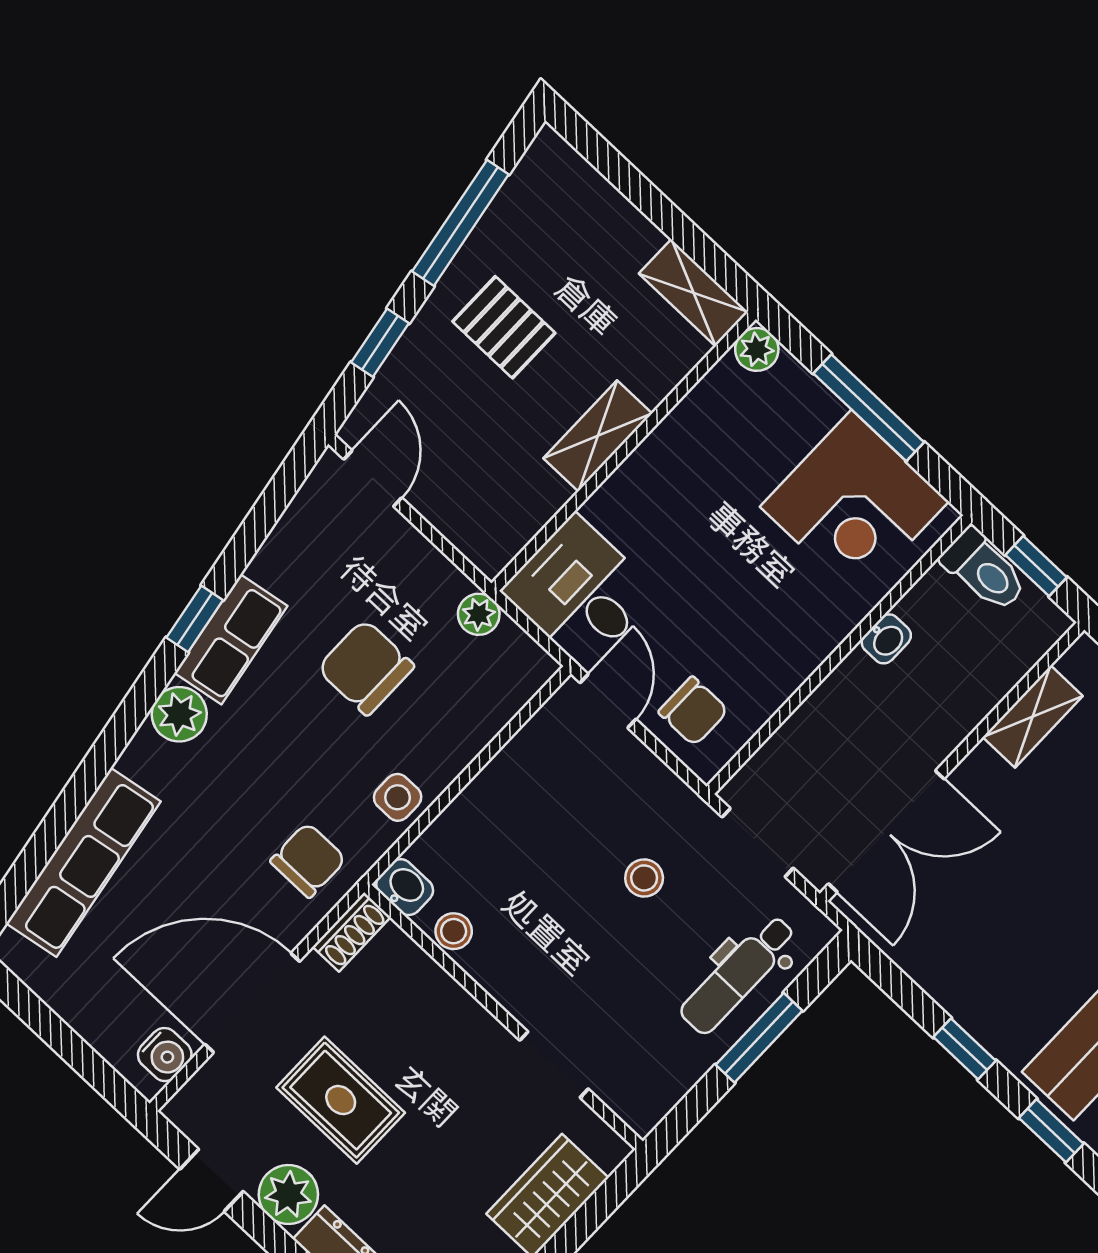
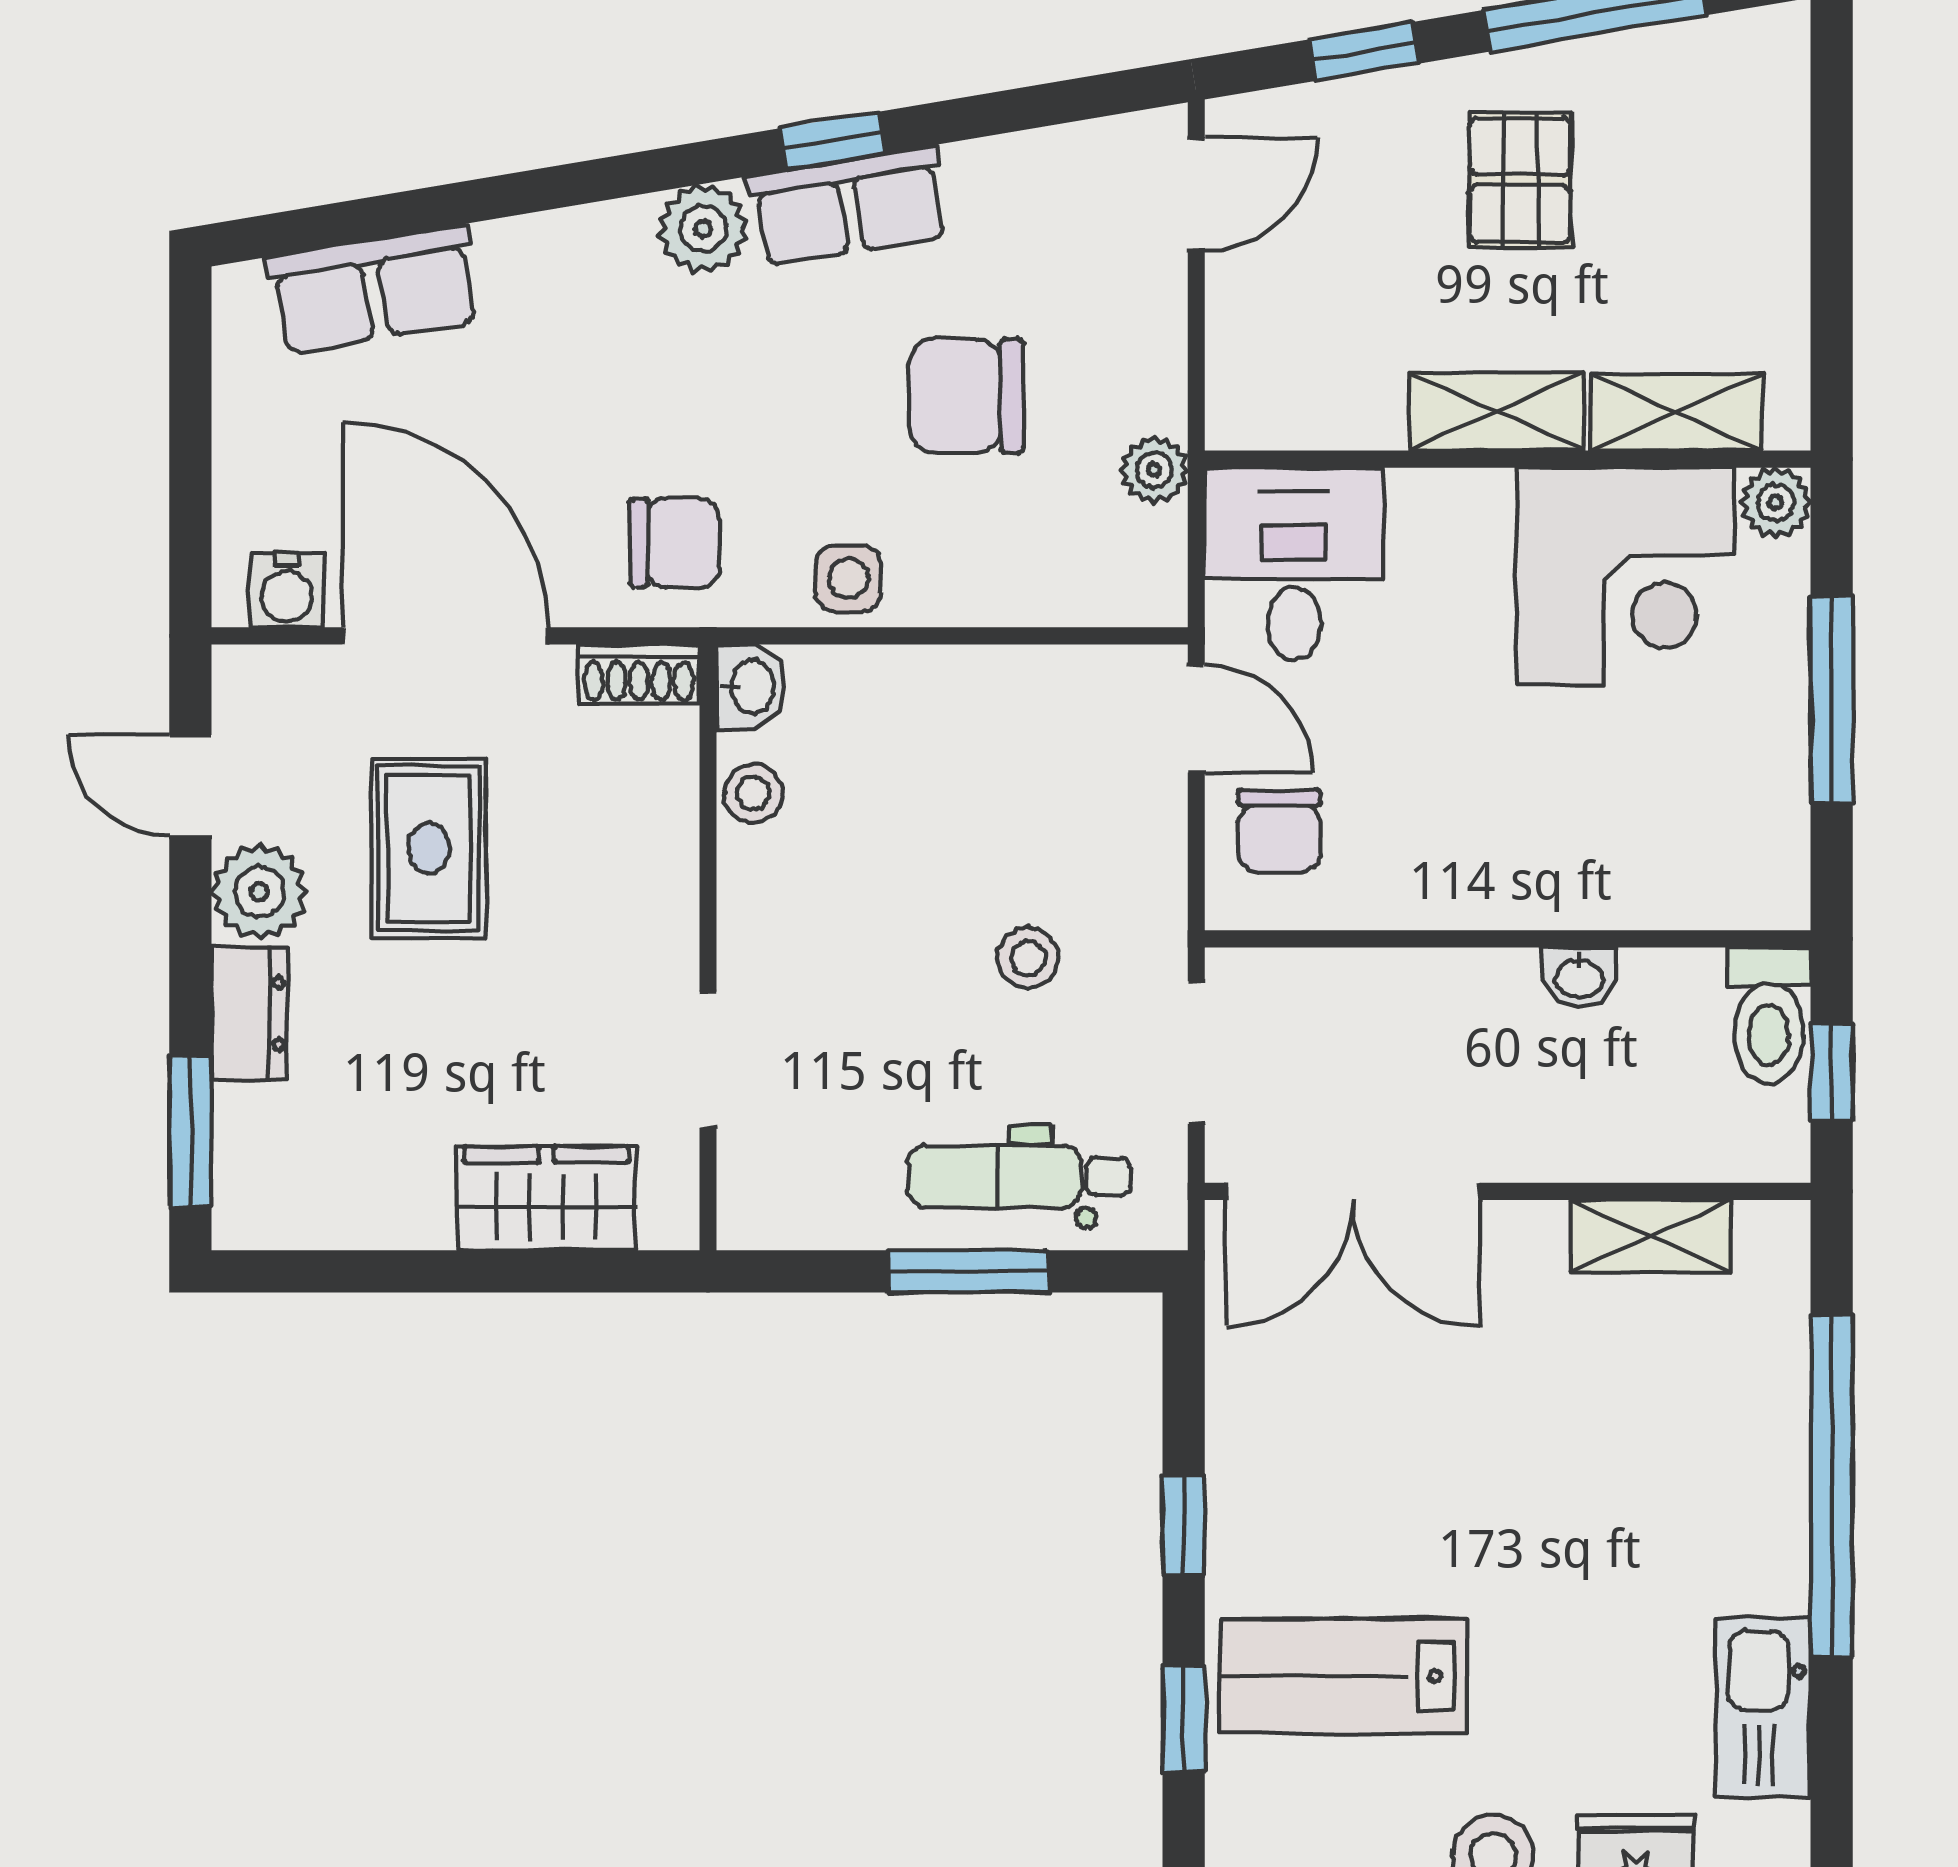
shelving: (694, 293) -> (1677, 412), moved, turned 90
corner desk: (854, 504) -> (1625, 576), moved, turned -90
chair: (366, 667) -> (966, 396), turned -90
door: (608, 701) -> (1196, 719), hinge flipped
row of seats: (83, 862) -> (374, 289), width x0.68

